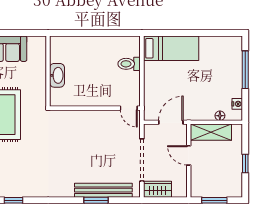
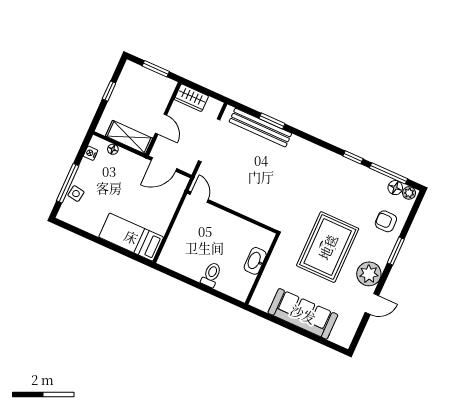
toilet: (129, 64) -> (211, 275), moved, turned -90
side table: (234, 64) -> (76, 194), added
wardrobe: (158, 189) -> (191, 98), moved

